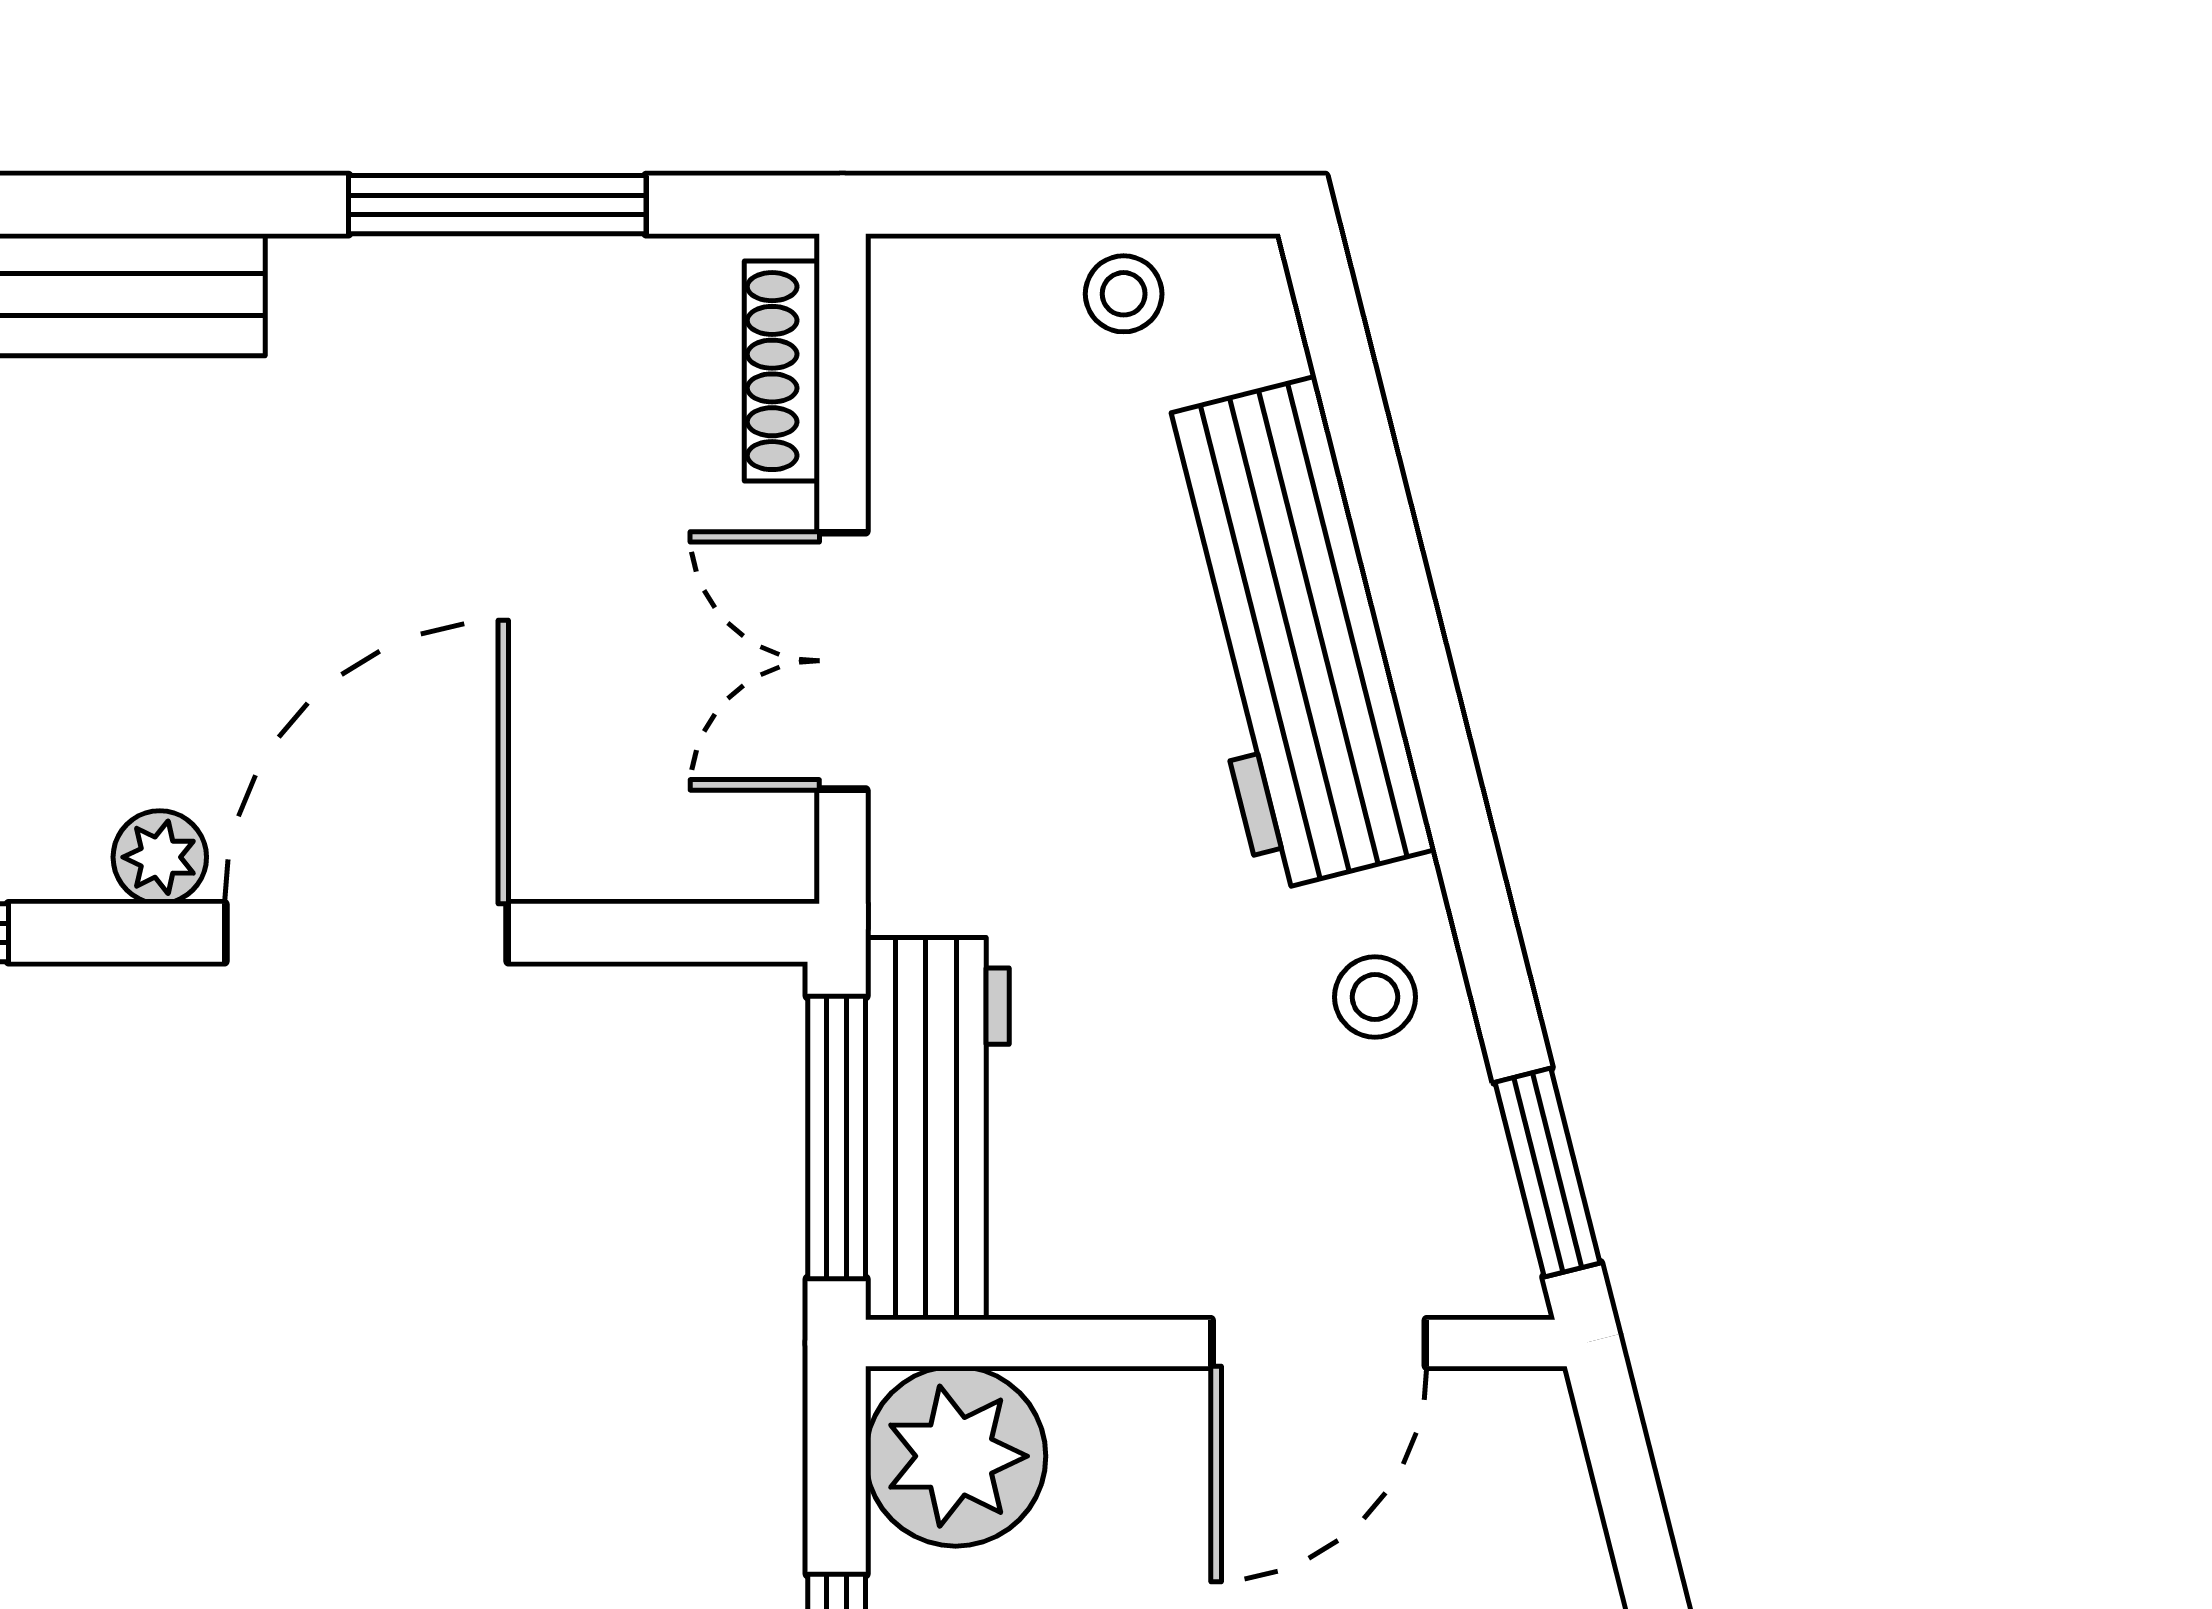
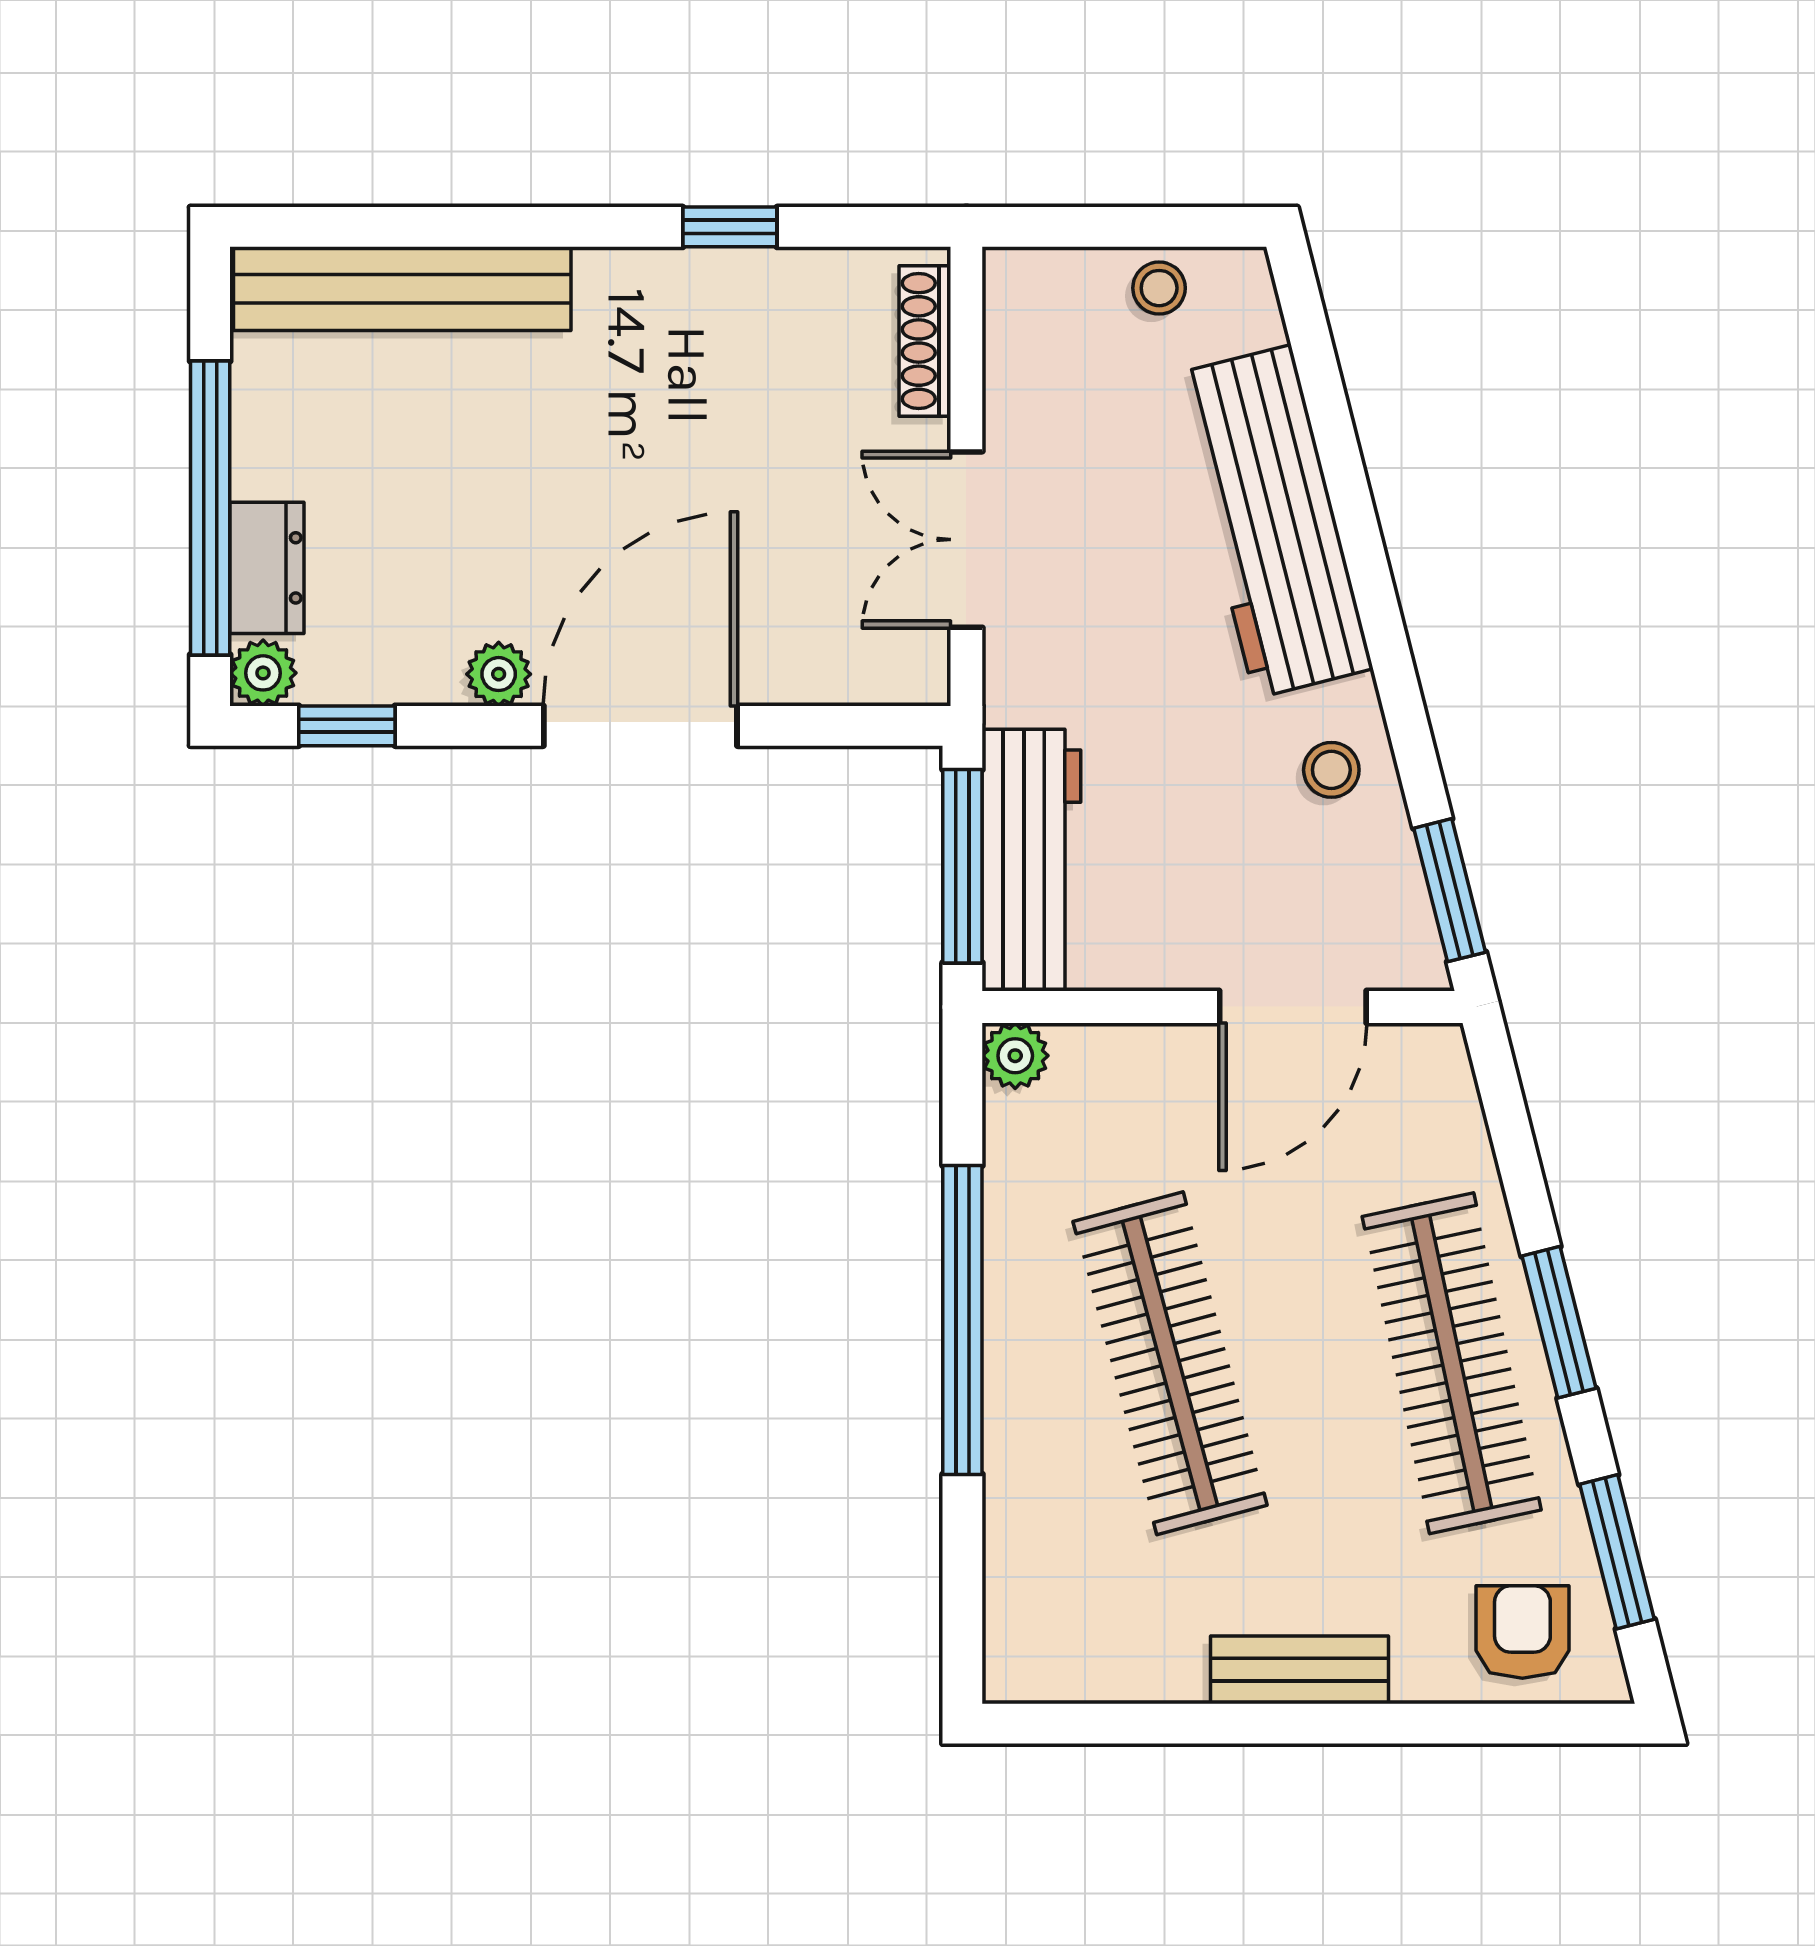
window: (497, 205) -> (730, 227), width x0.46
plant: (956, 1456) -> (1015, 1056), width x0.53, depth x0.53

